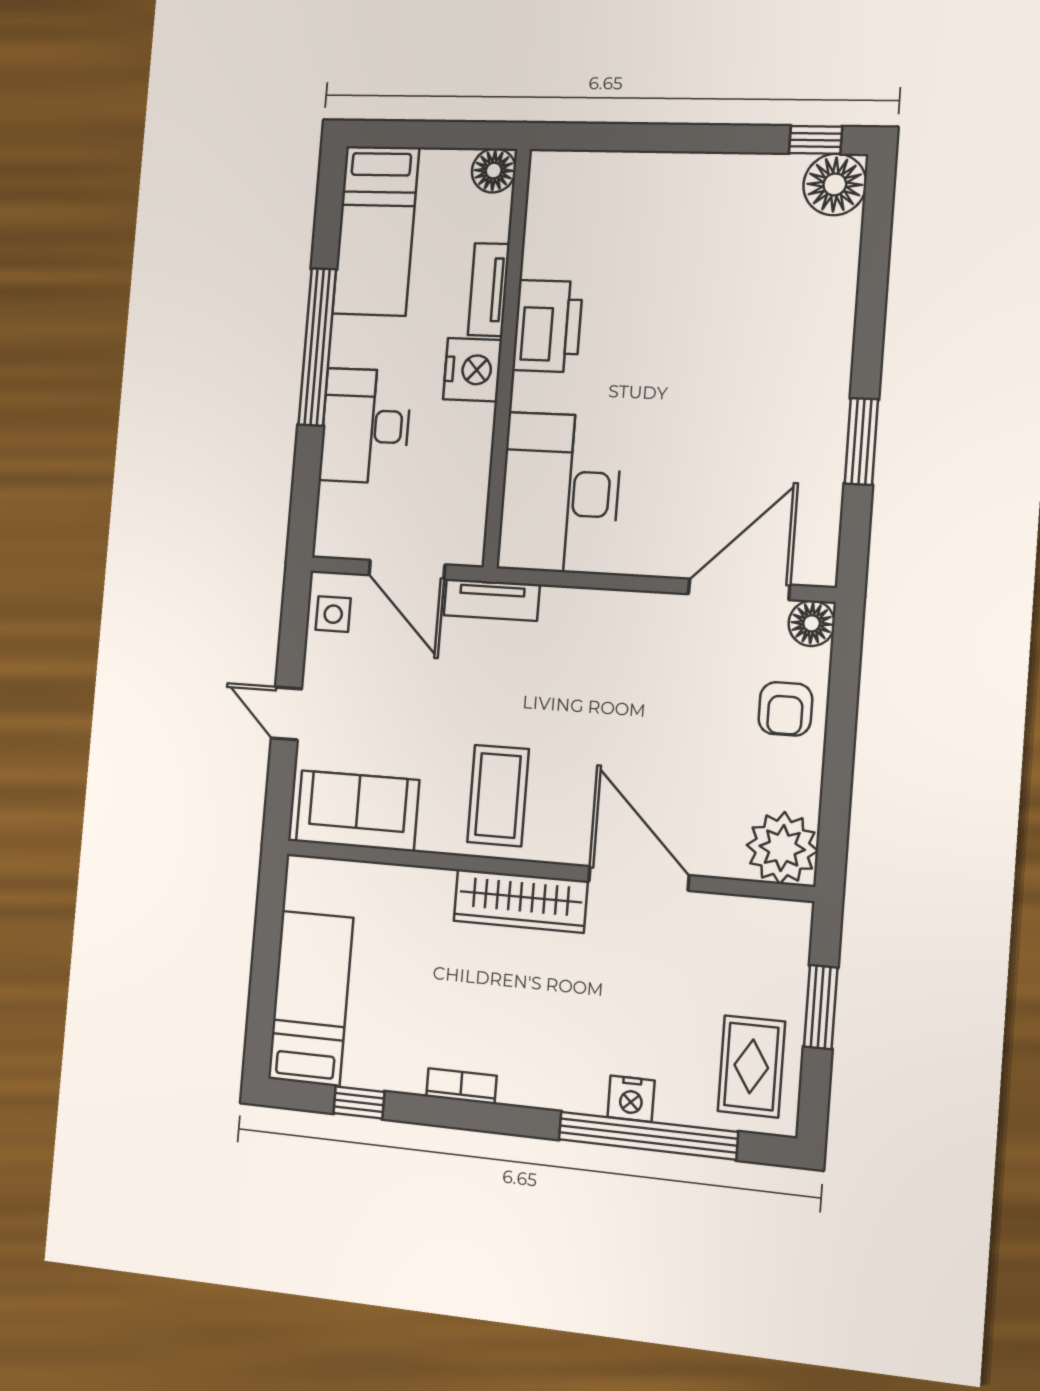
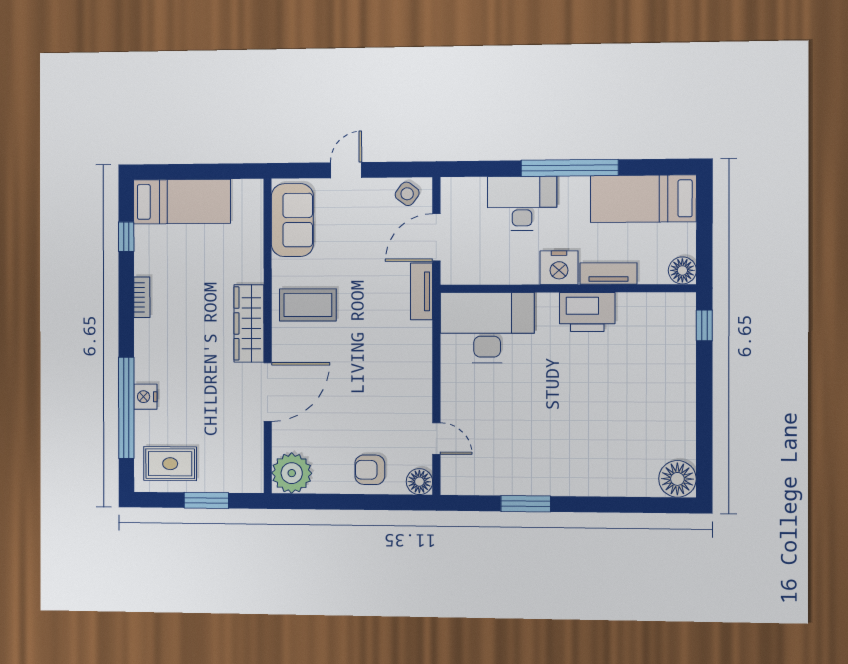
window: (816, 140) -> (704, 325), moved
door: (739, 589) -> (436, 438), width x0.53
side table: (333, 614) -> (407, 194), turned 37

